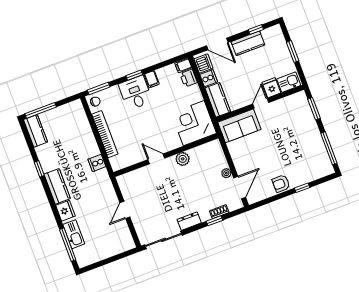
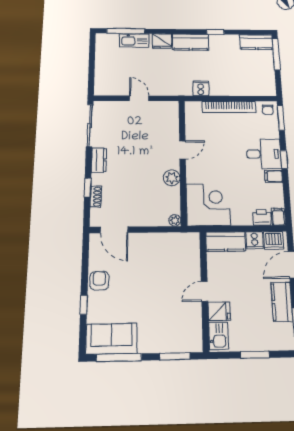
door: (261, 103) -> (204, 291), swing flipped
sofa: (239, 126) -> (112, 339), moved, turned 90
plant: (226, 173) -> (175, 220), moved

